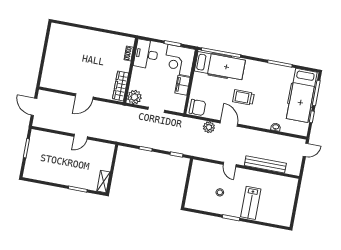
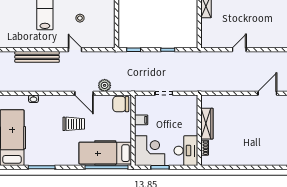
filing cabinet: (182, 85) -> (141, 120), width x0.50
wardrobe: (121, 86) -> (207, 124), moved
door: (84, 96) -> (267, 93), moved
plant: (134, 97) -> (190, 103), removed

